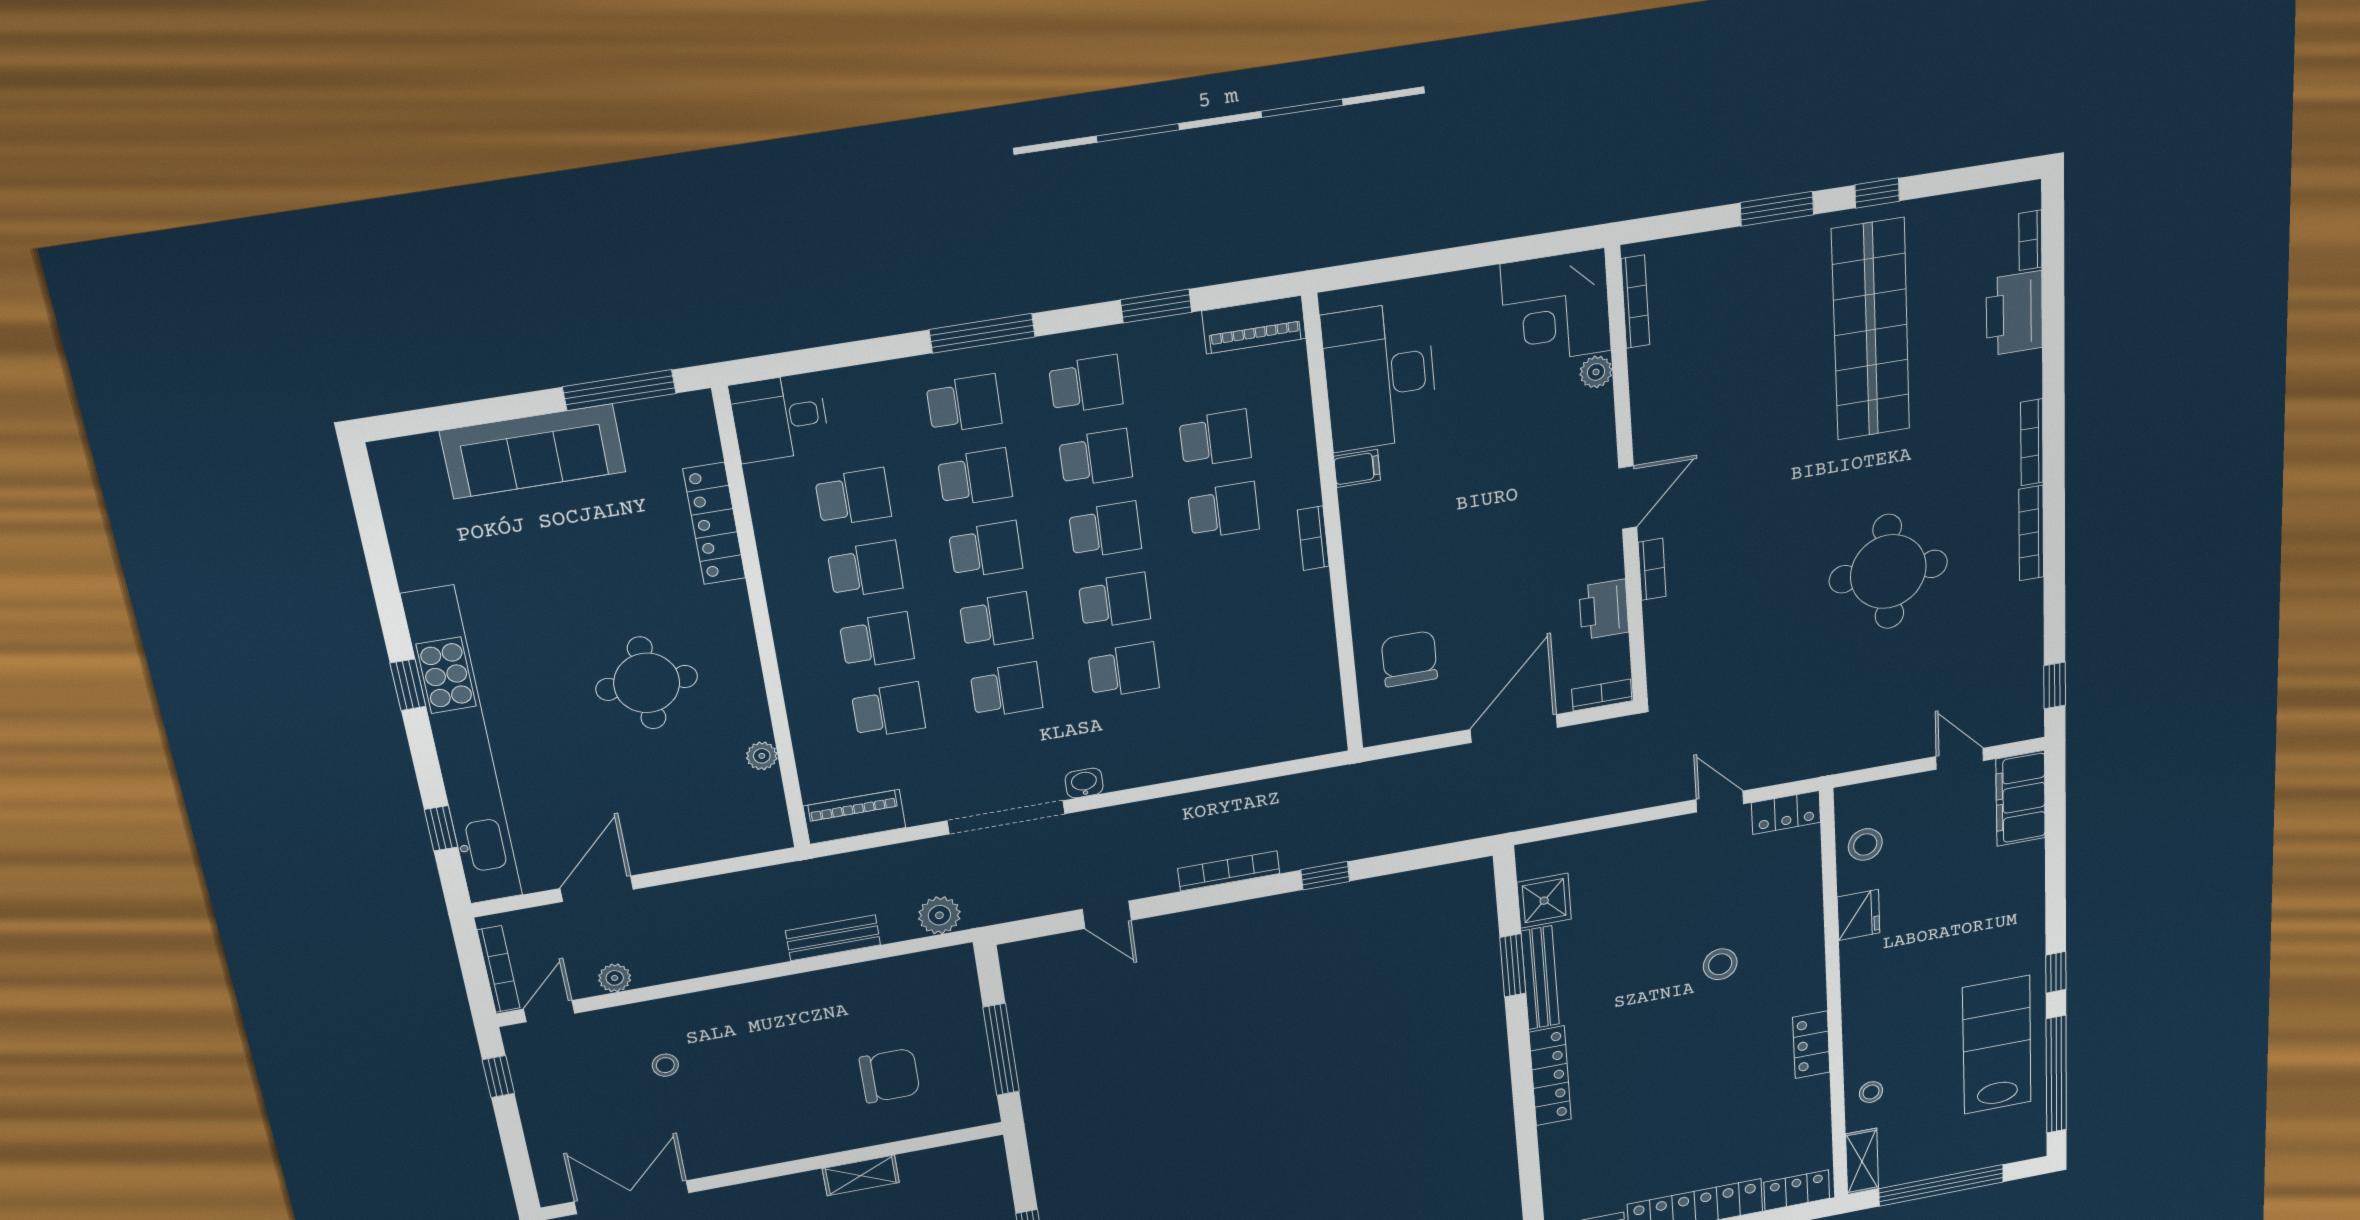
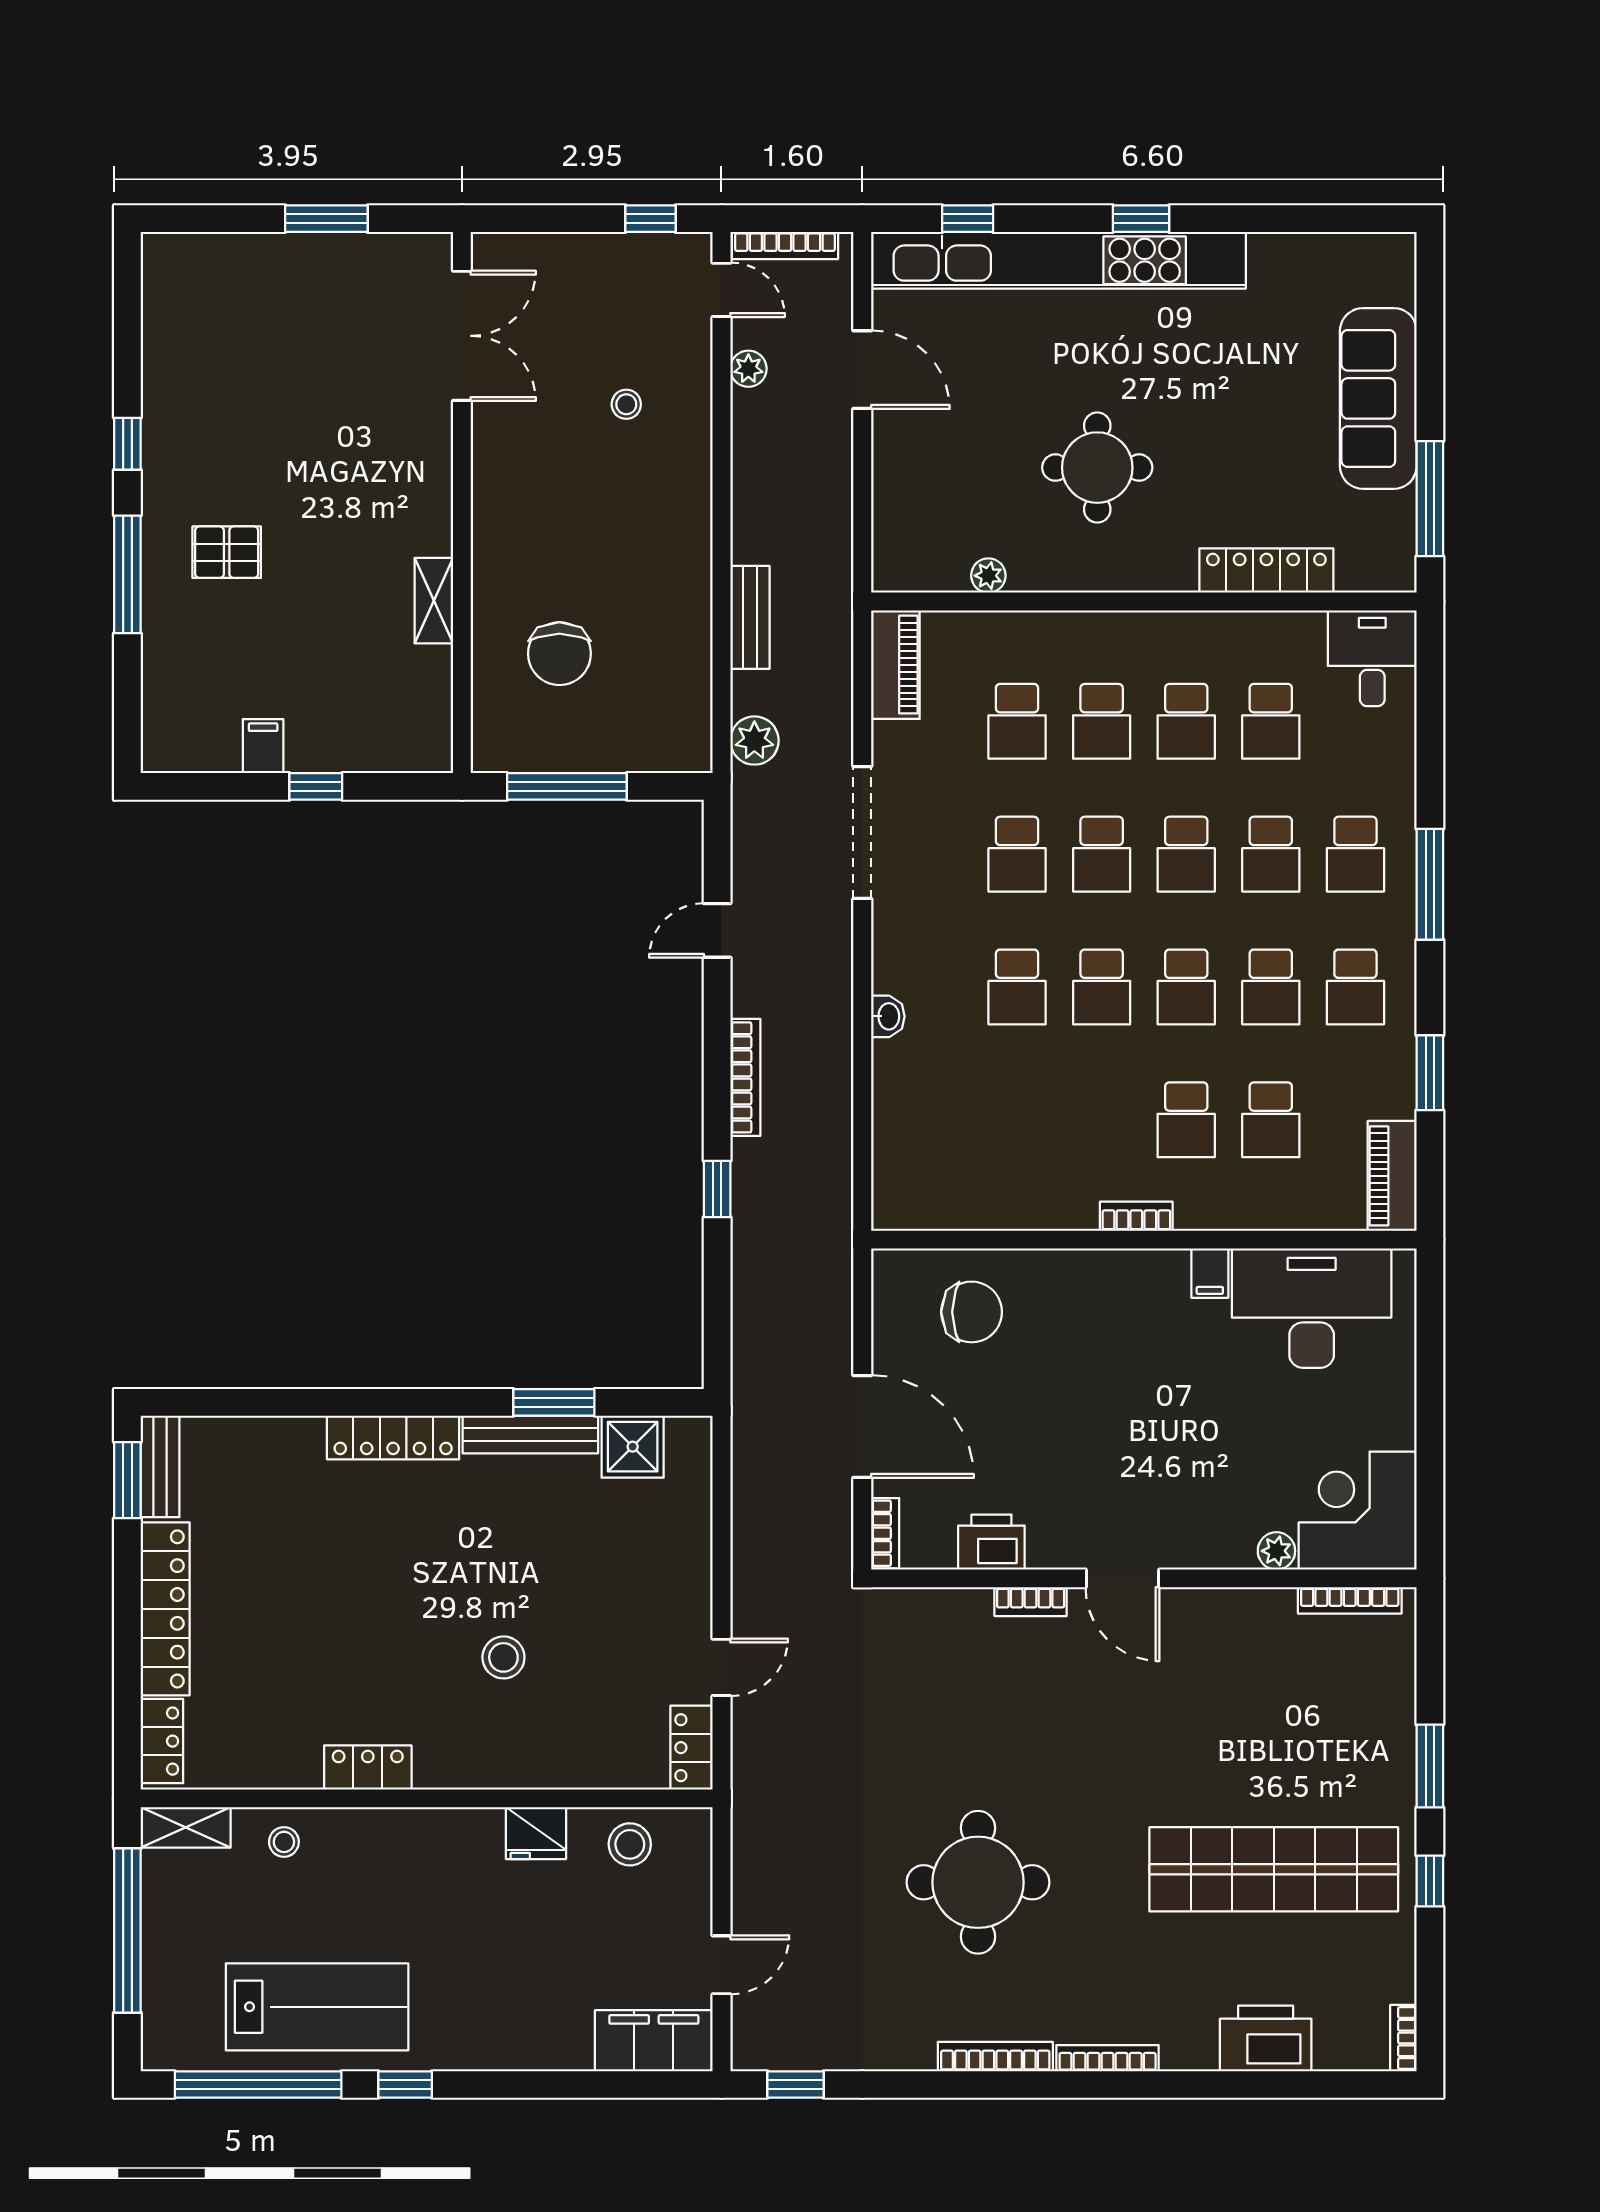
bookcase: (2030, 240) -> (1403, 2038), moved, turned -90
washbasin: (1084, 783) -> (888, 1016), moved

